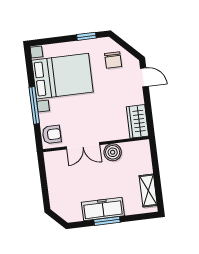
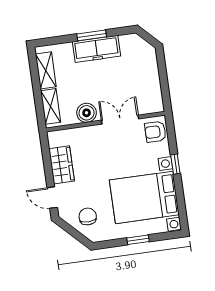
window: (86, 36) -> (138, 240), moved
window: (34, 105) -> (175, 164), width x0.46
wardrobe: (137, 121) -> (62, 165), moved
shelving: (144, 158) -> (51, 106), added

